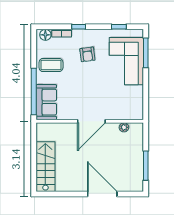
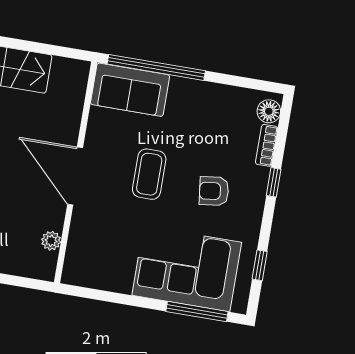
coffee table: (51, 65) -> (149, 174), moved

